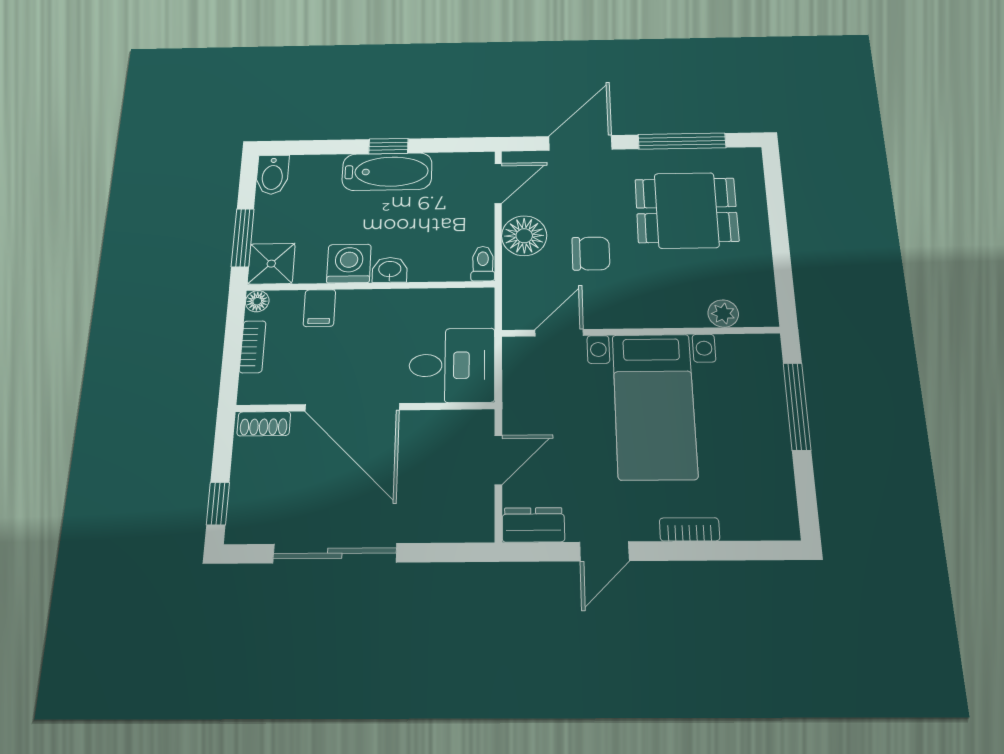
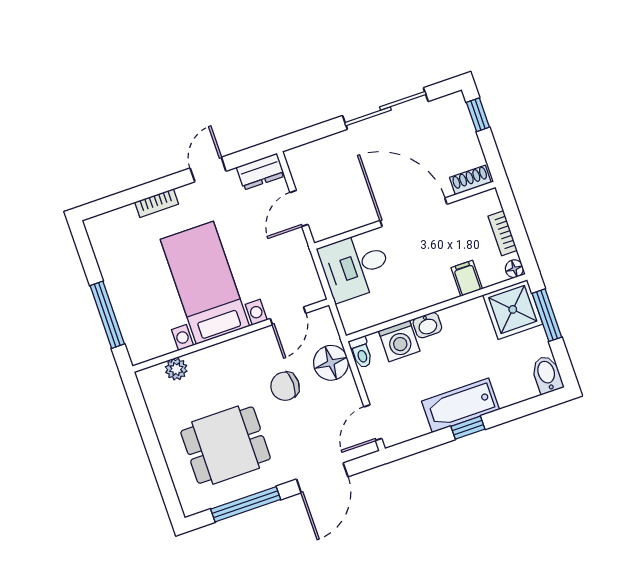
floor lamp: (524, 236) -> (331, 363), moved
shower: (271, 264) -> (513, 309), width x1.36, depth x1.36
washing machine: (349, 264) -> (399, 341), moved

